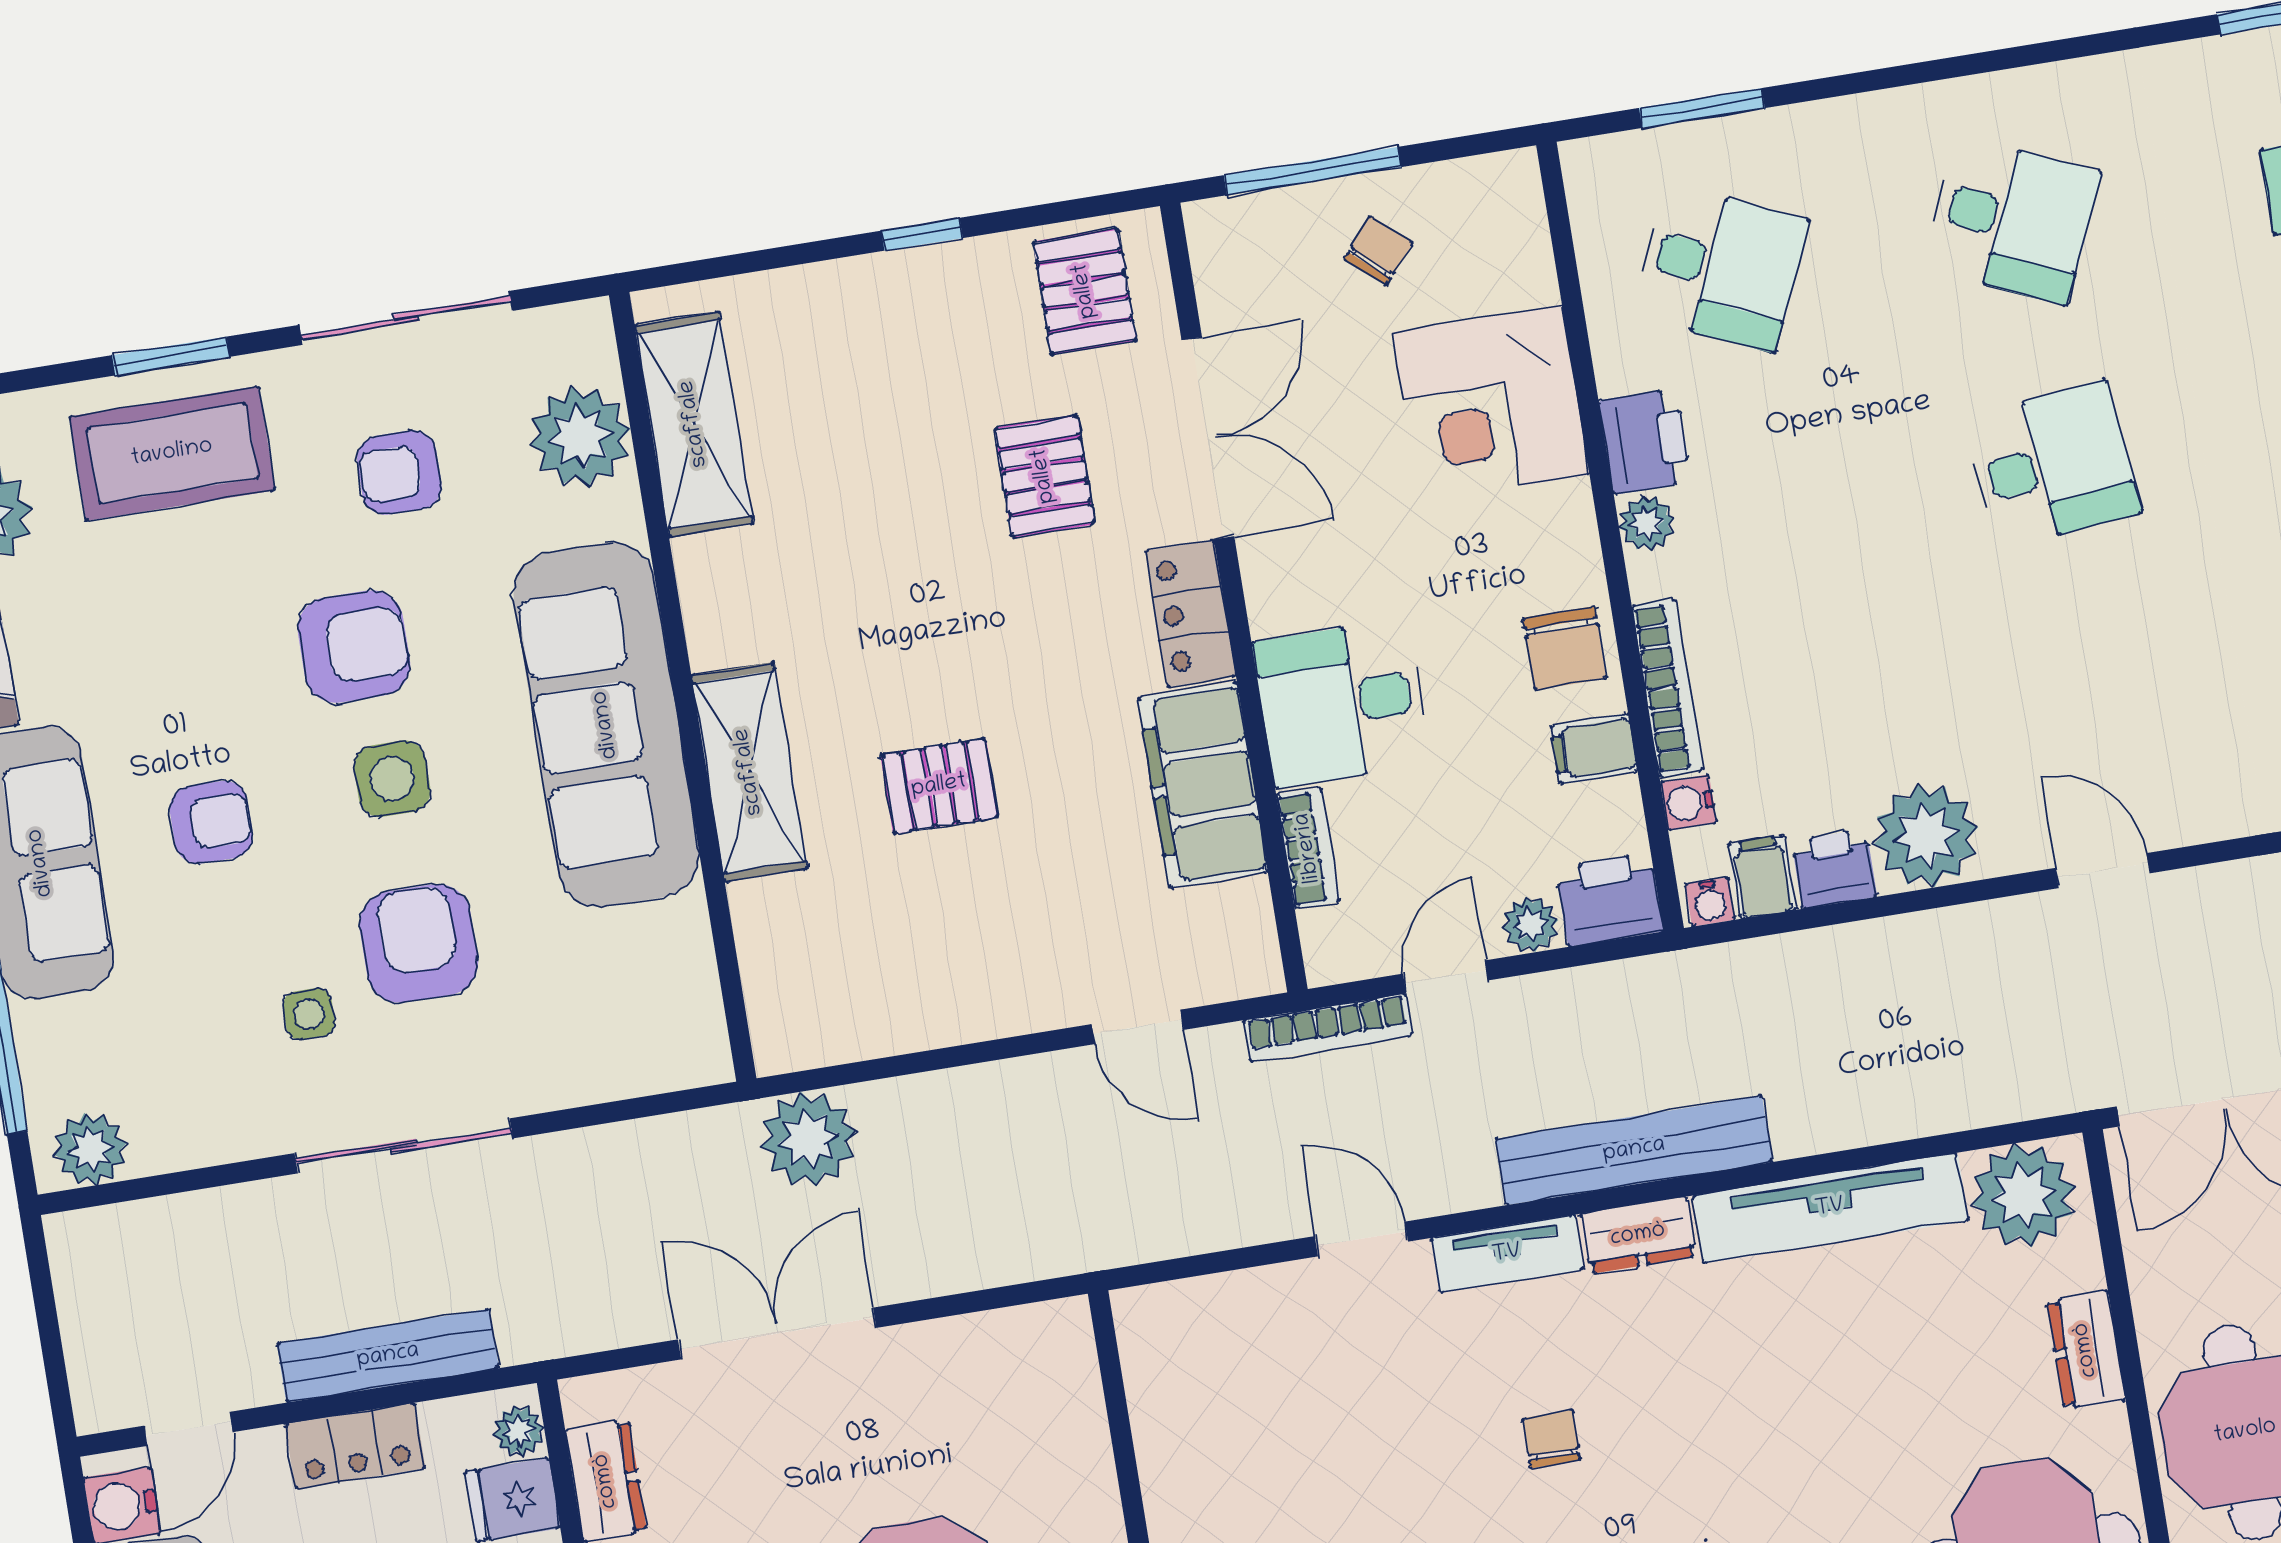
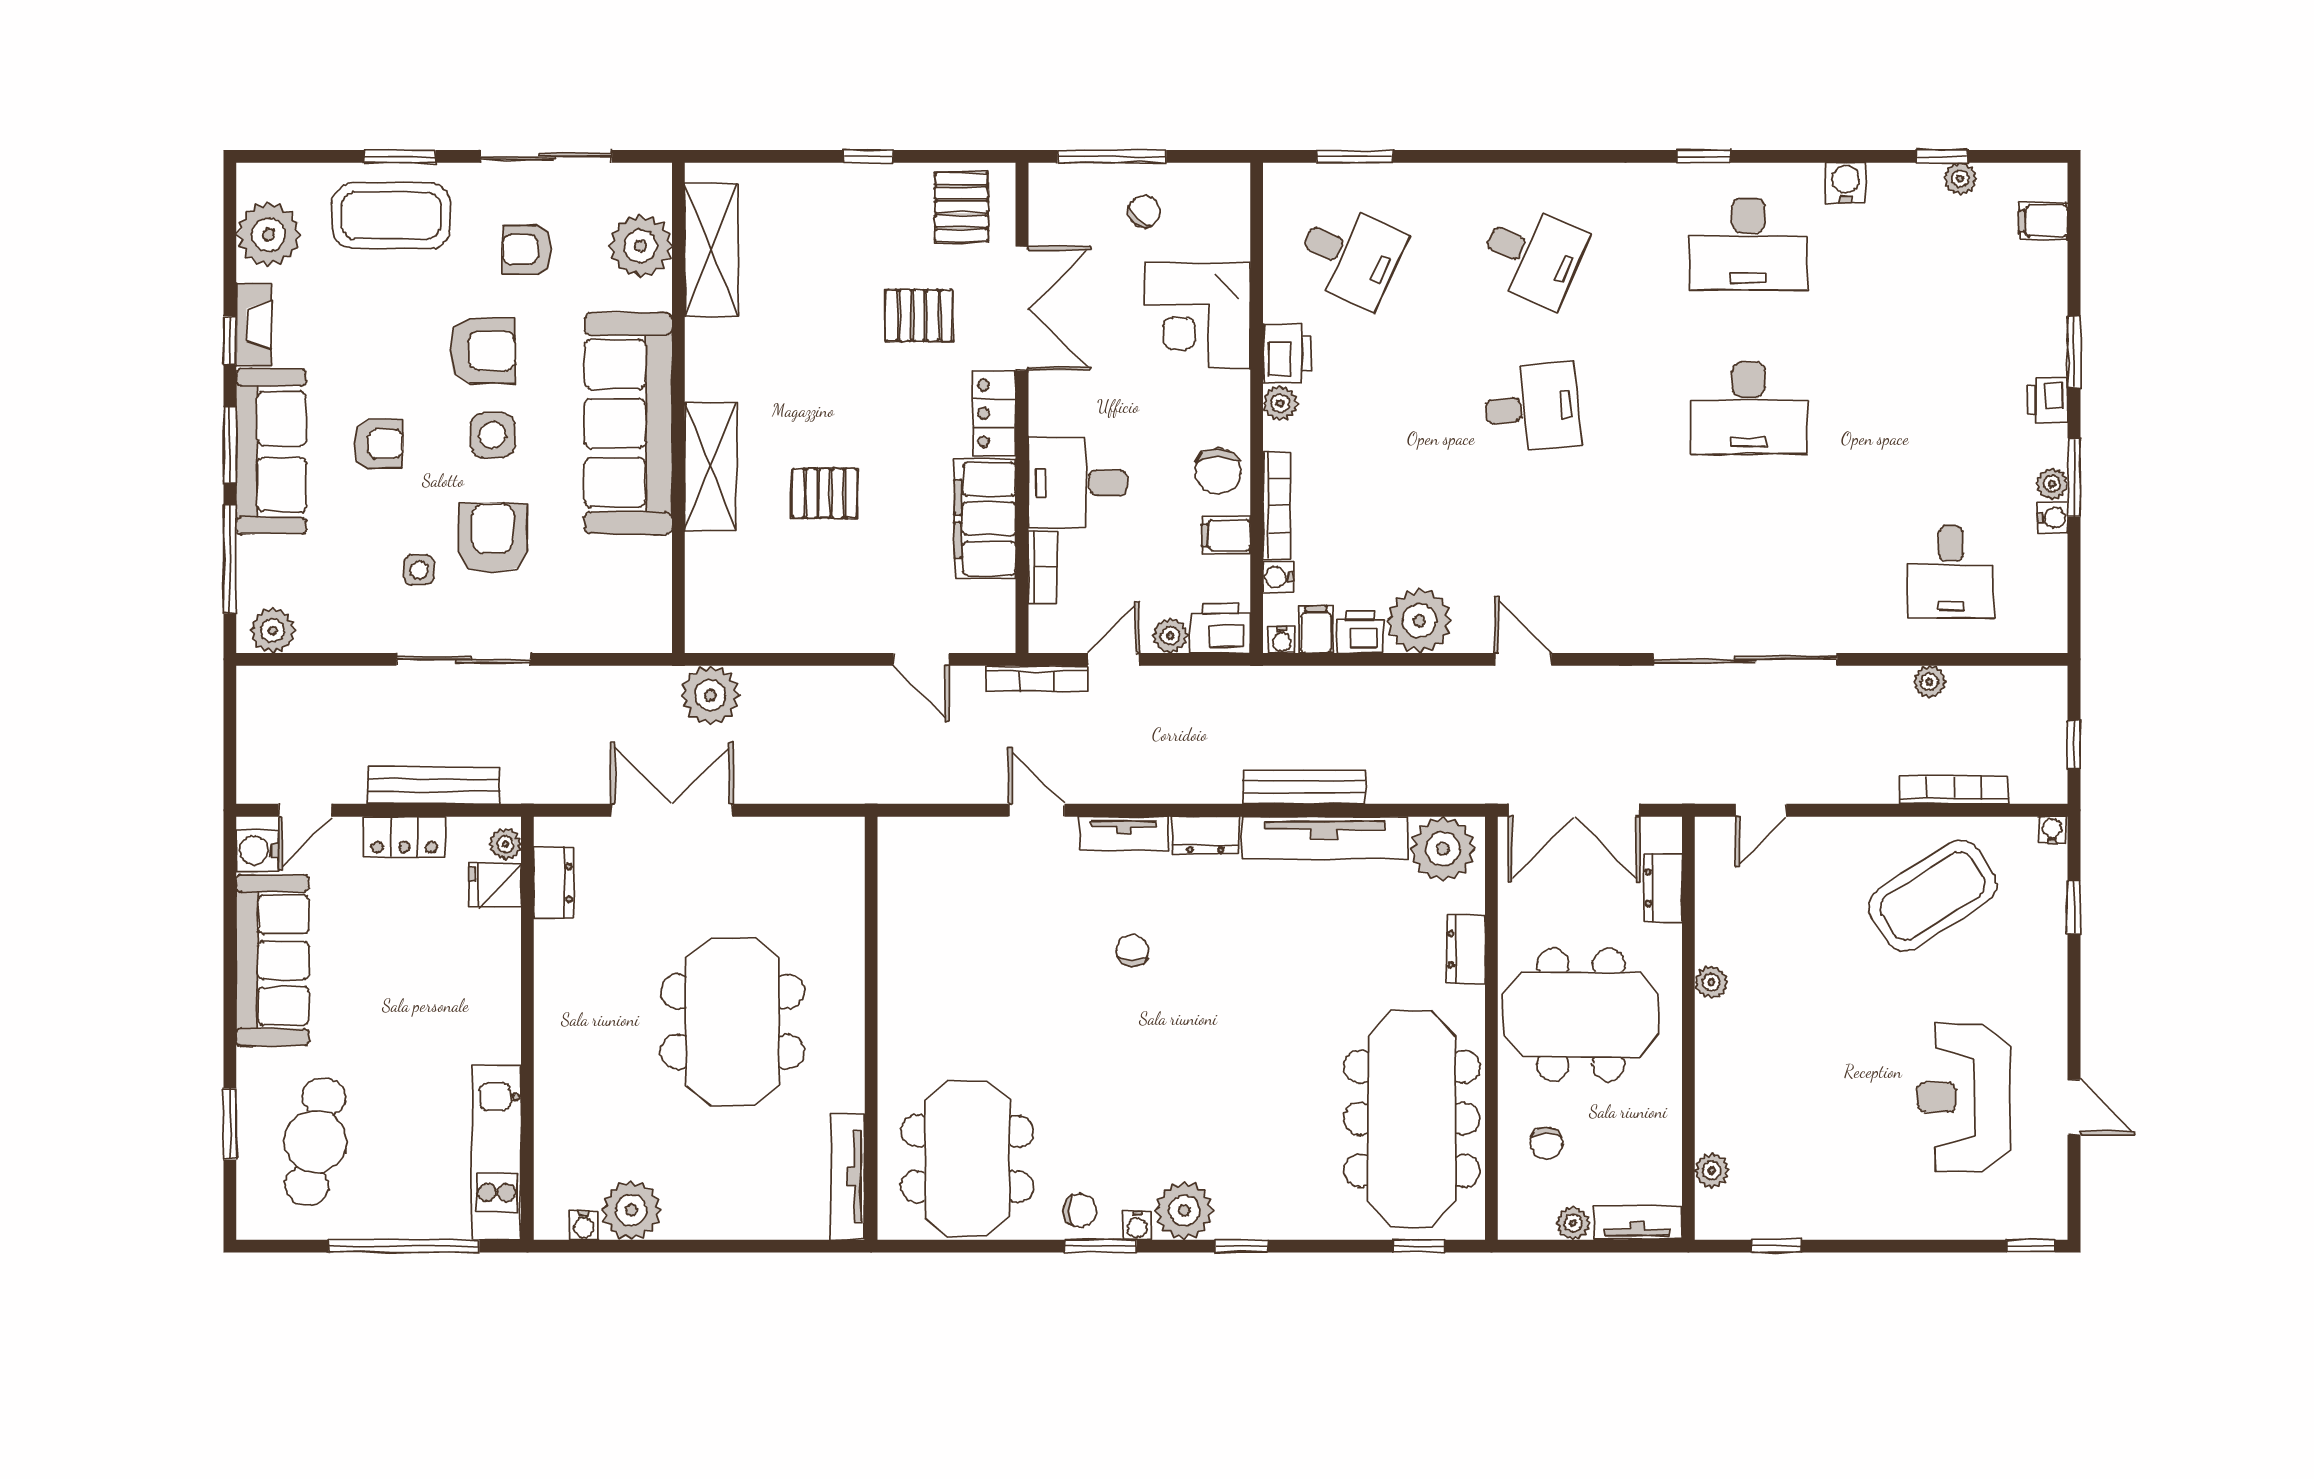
pallet: (1044, 476) -> (919, 315), turned 90
bench: (1634, 1150) -> (1304, 787), moved, width x0.73, depth x0.82

